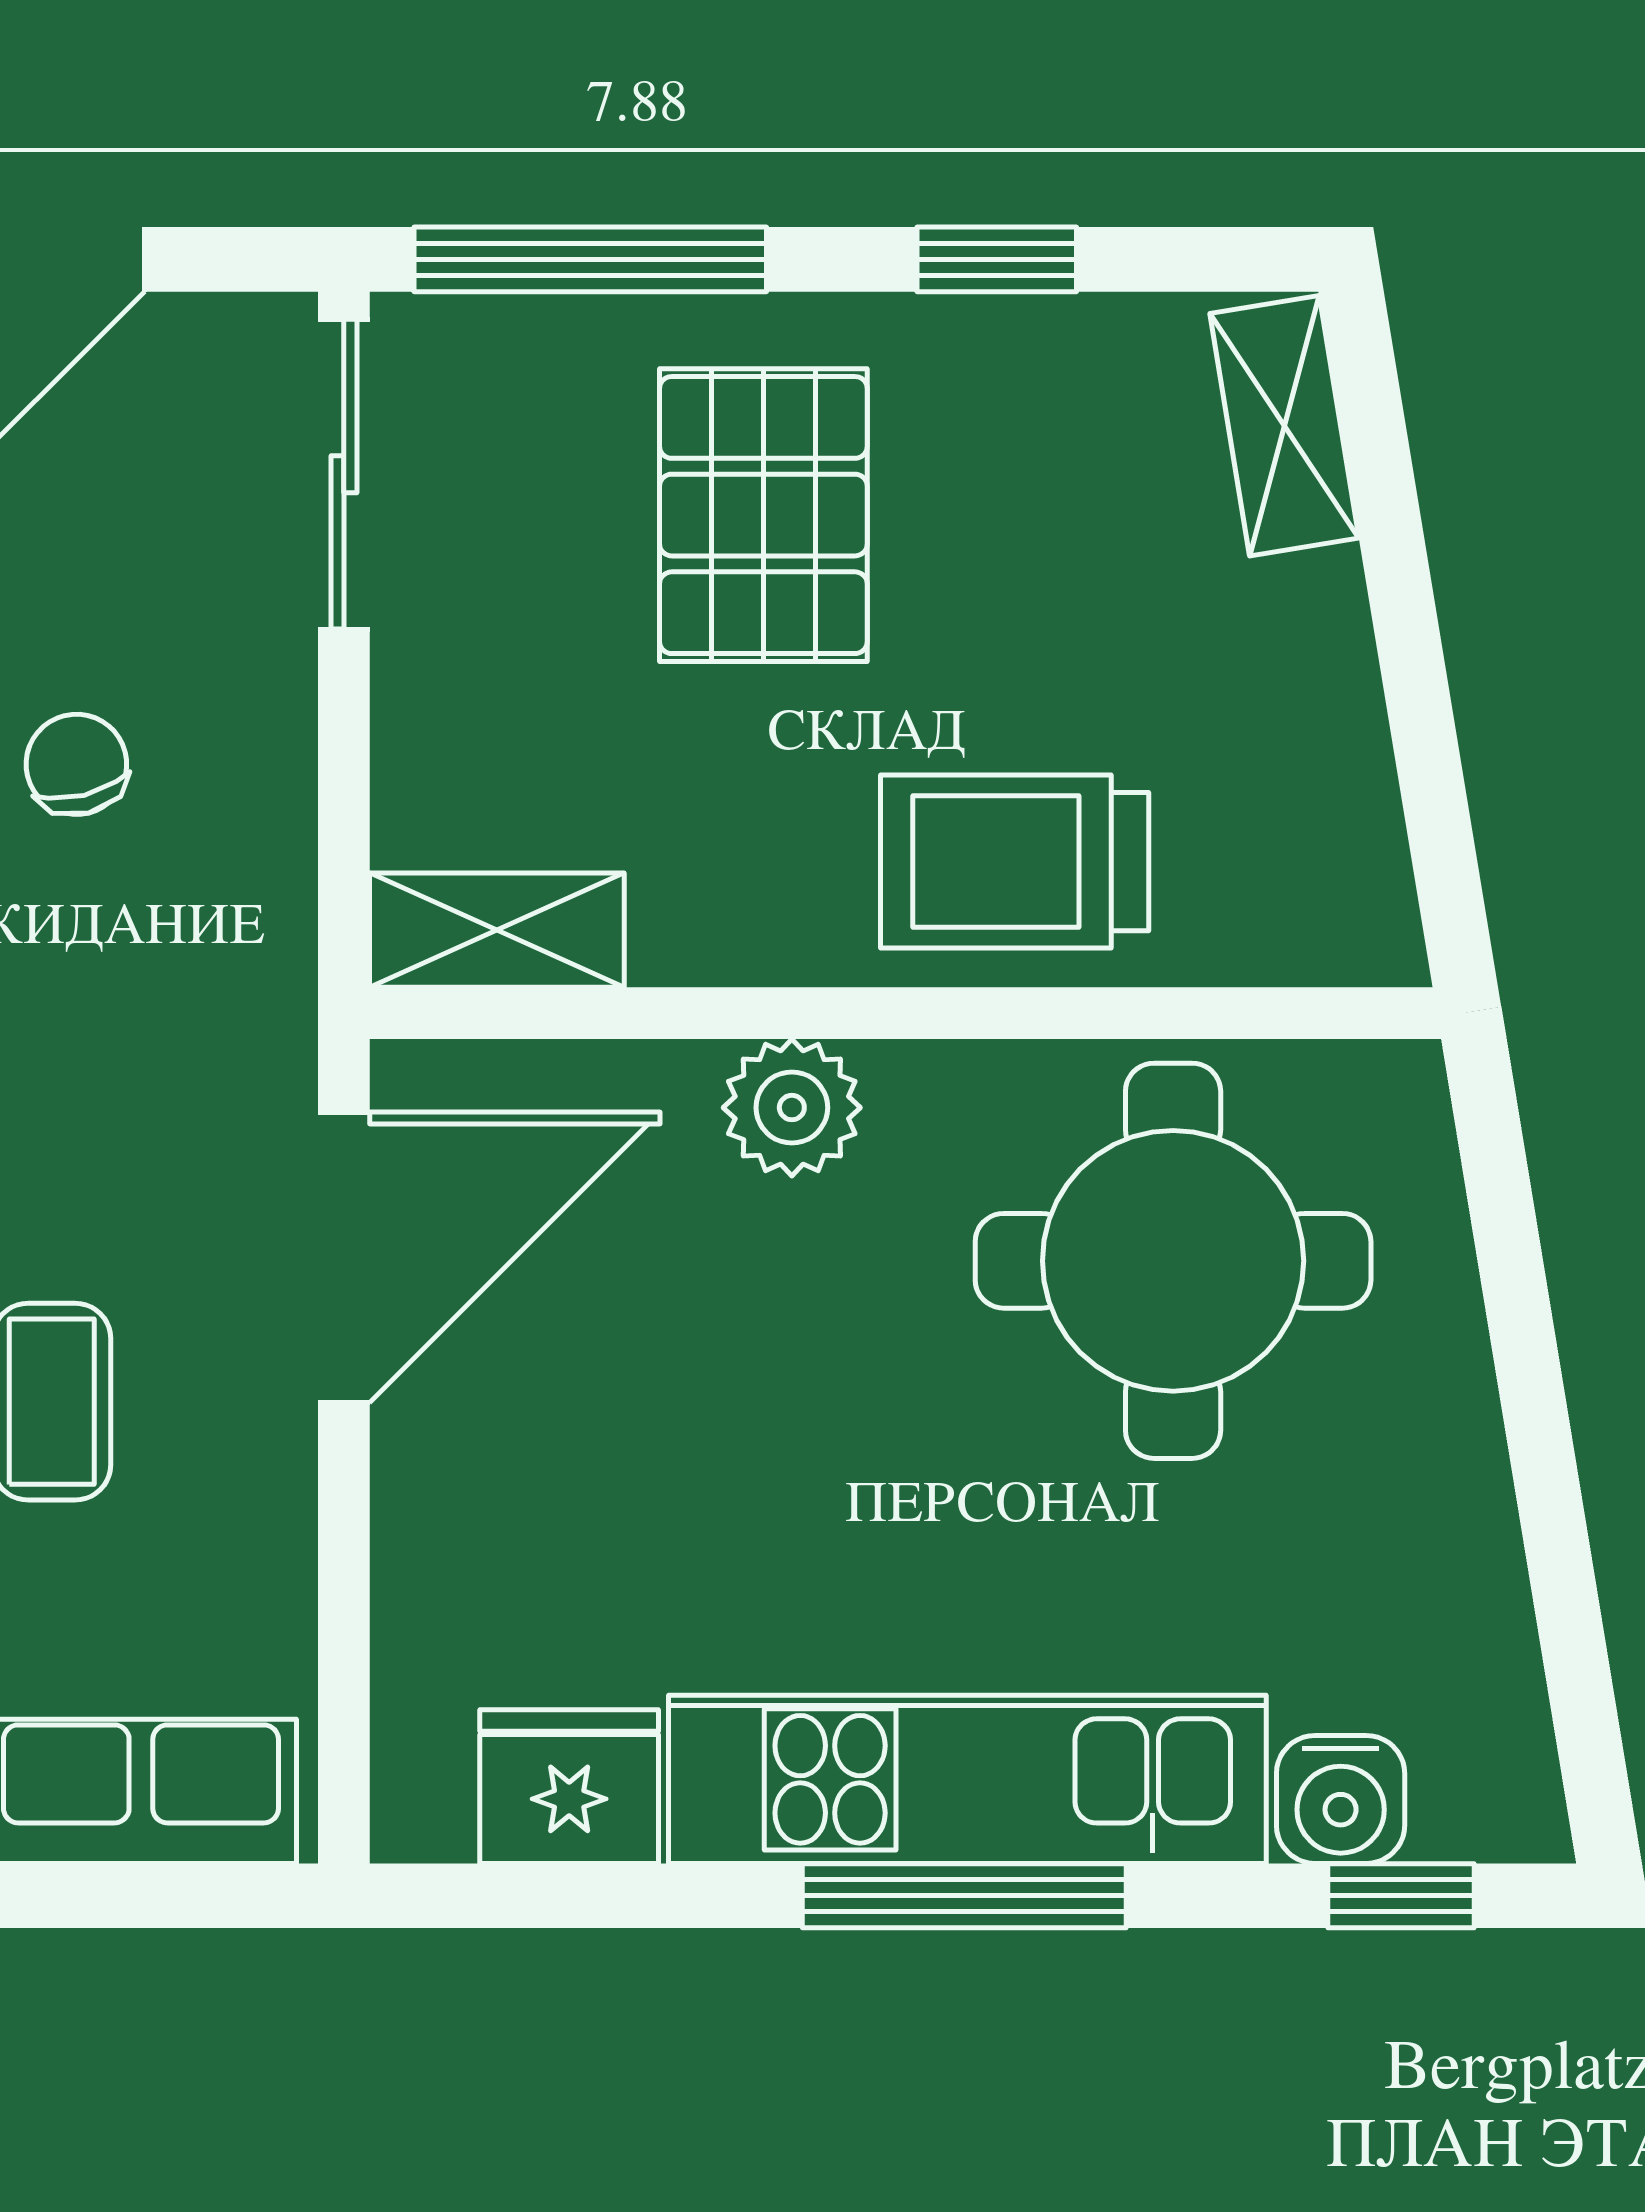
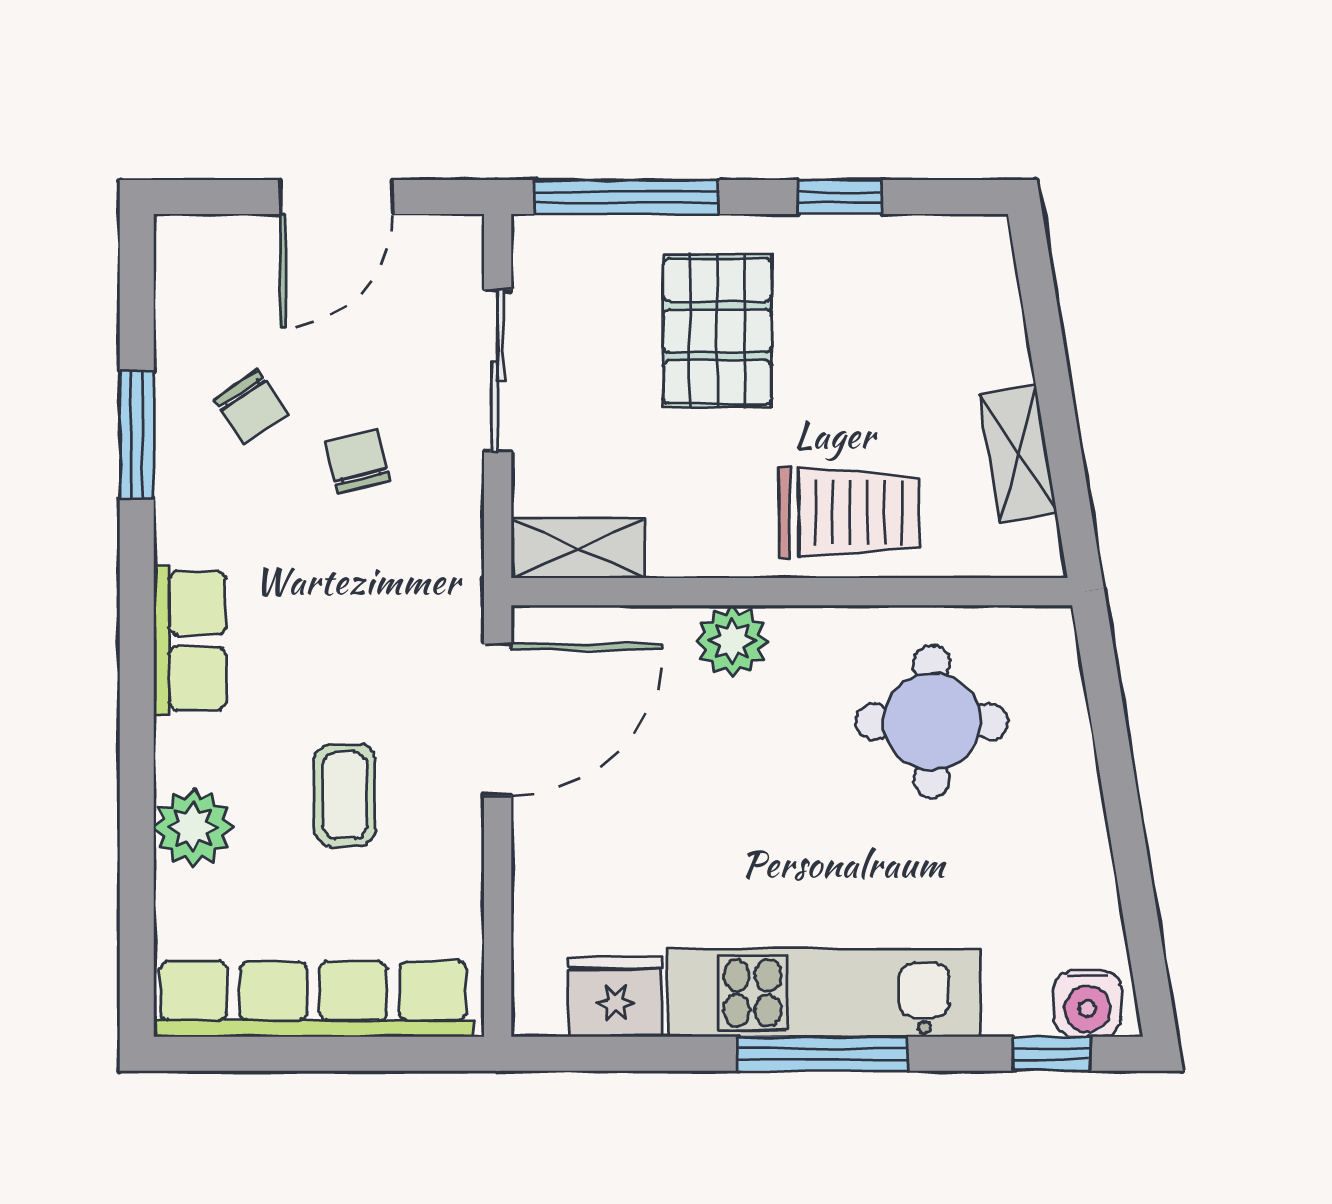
shelving: (1284, 426) -> (1018, 453), moved
sliding door: (344, 474) -> (498, 371), moved
trolley: (1015, 862) -> (849, 512), turned 180
round table: (1173, 1261) -> (932, 721), width x0.73, depth x0.73
water cooler: (1341, 1799) -> (1087, 1003), moved

